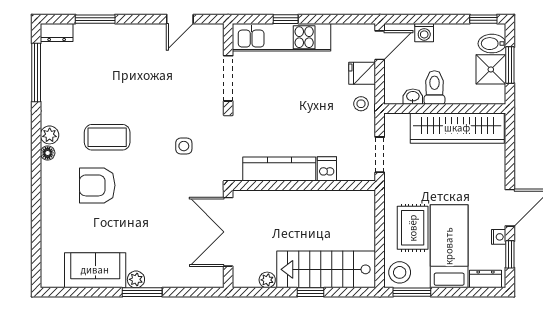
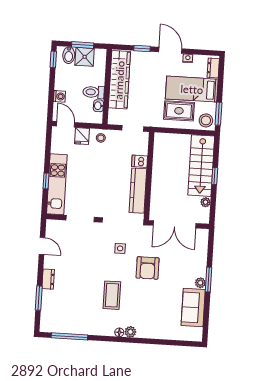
dresser: (57, 32) -> (48, 279), moved
plant: (50, 135) -> (130, 332), moved
armchair: (97, 185) -> (148, 268), moved
window: (510, 254) -> (142, 49), moved

